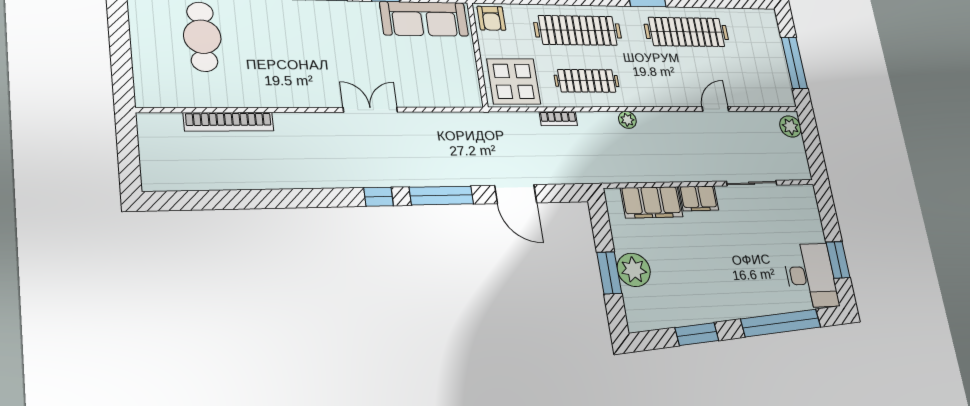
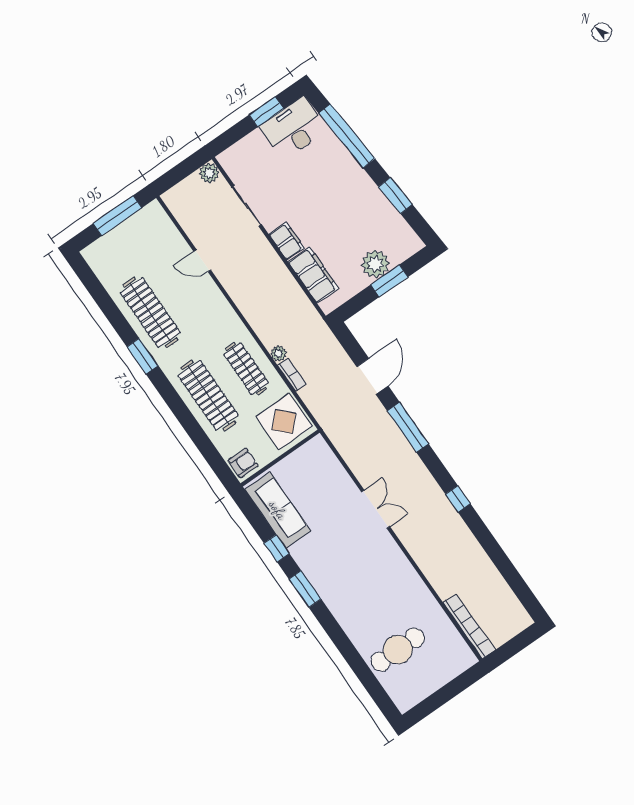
double door: (370, 110) -> (376, 509), swing flipped
plant: (627, 120) -> (279, 353), moved
bookcase: (229, 122) -> (469, 626), moved
plant: (790, 126) -> (209, 173), moved
window: (379, 197) -> (458, 499), moved

